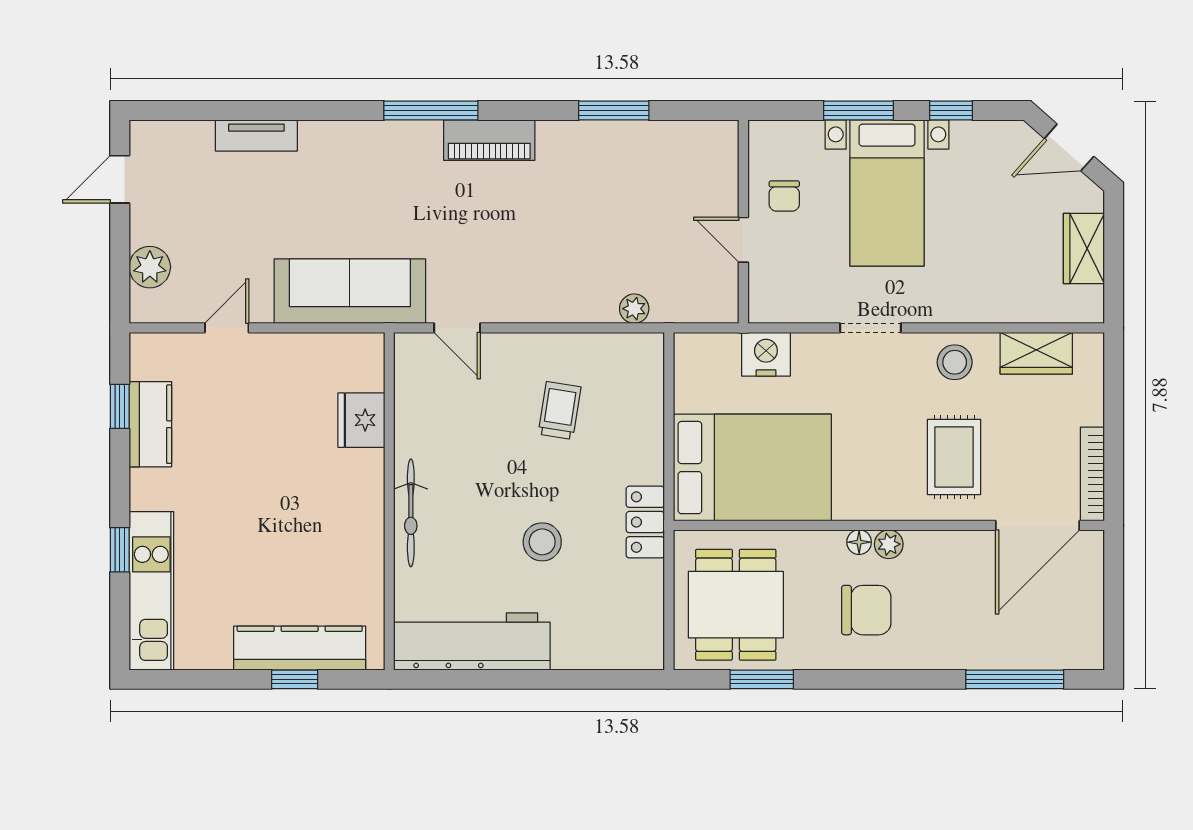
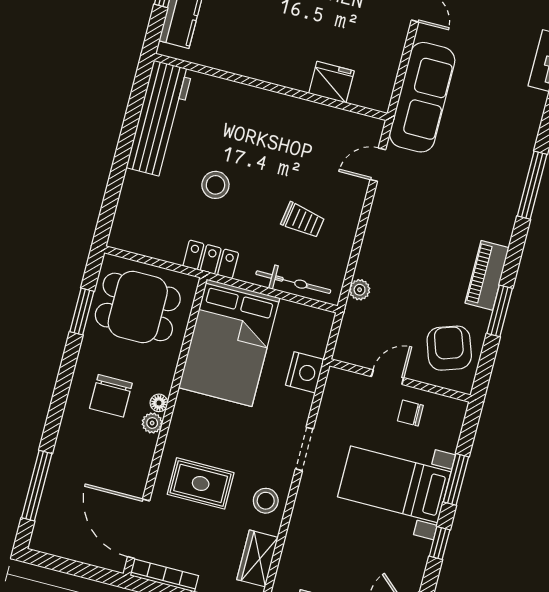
piano: (489, 140) -> (487, 275), moved
armchair: (682, 166) -> (449, 348), added
bicycle: (411, 513) -> (293, 282), moved, turned 180

